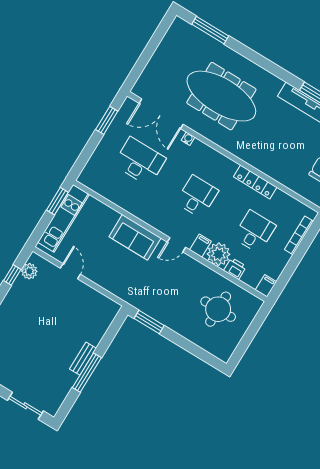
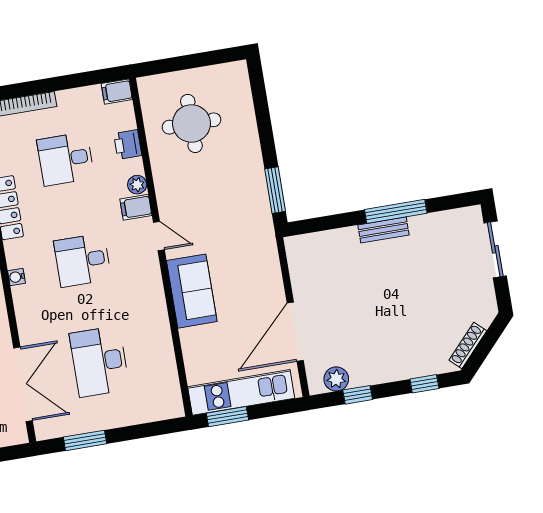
water cooler: (188, 139) -> (16, 277), moved
plant: (219, 254) -> (137, 185), width x0.53, depth x0.53
door: (70, 271) -> (295, 332), width x1.87

